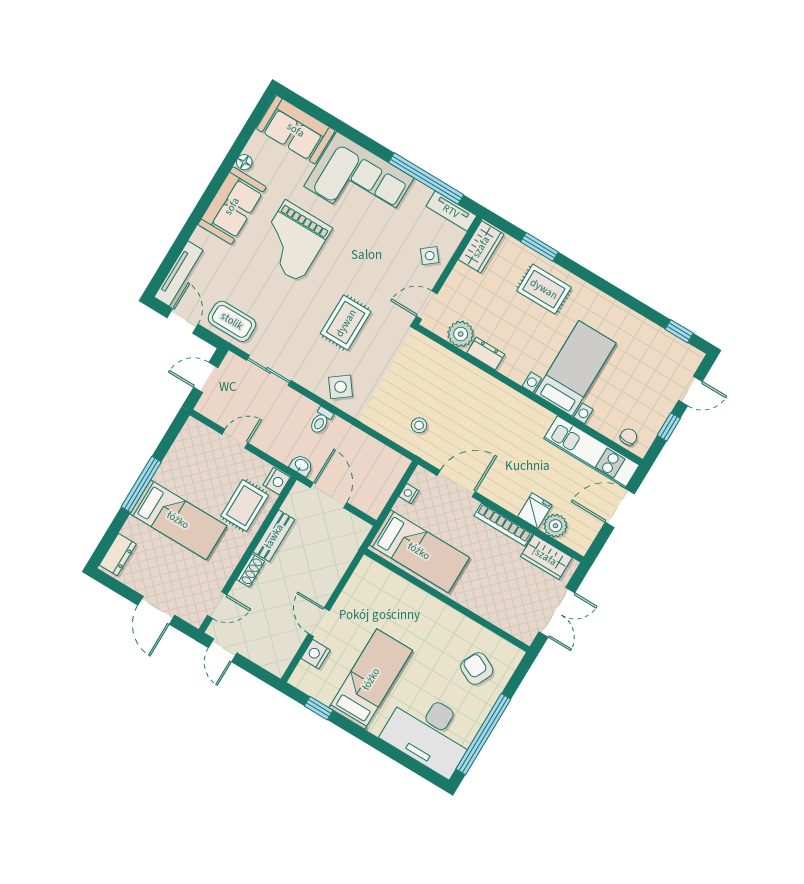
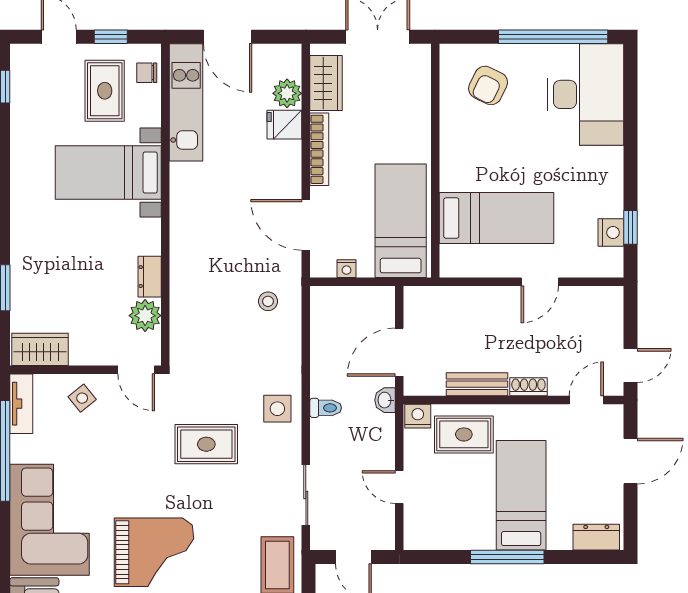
rug: (544, 289) -> (105, 91), moved
side table: (341, 387) -> (277, 409), turned 37
door: (217, 605) -> (586, 400), hinge flipped
nightstand: (316, 654) -> (611, 232), moved, turned -90
bed: (371, 679) -> (496, 218), moved, turned 180

